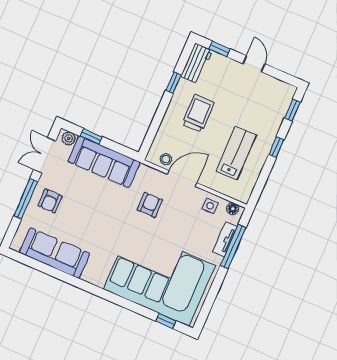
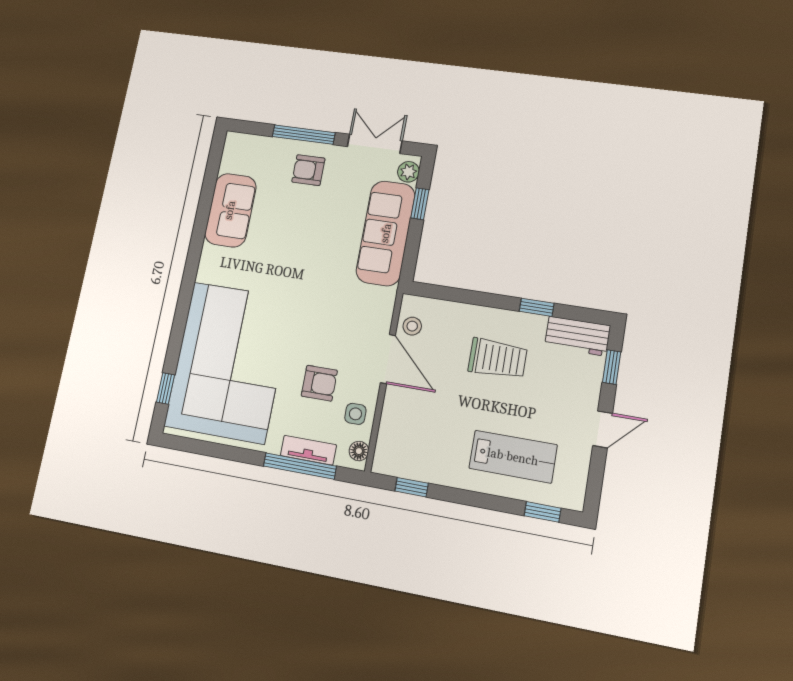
window: (276, 147) -> (412, 487), moved
lab bench: (236, 153) -> (513, 457), moved
armchair: (150, 205) -> (319, 383), moved
sofa: (55, 253) -> (230, 210), width x0.73

